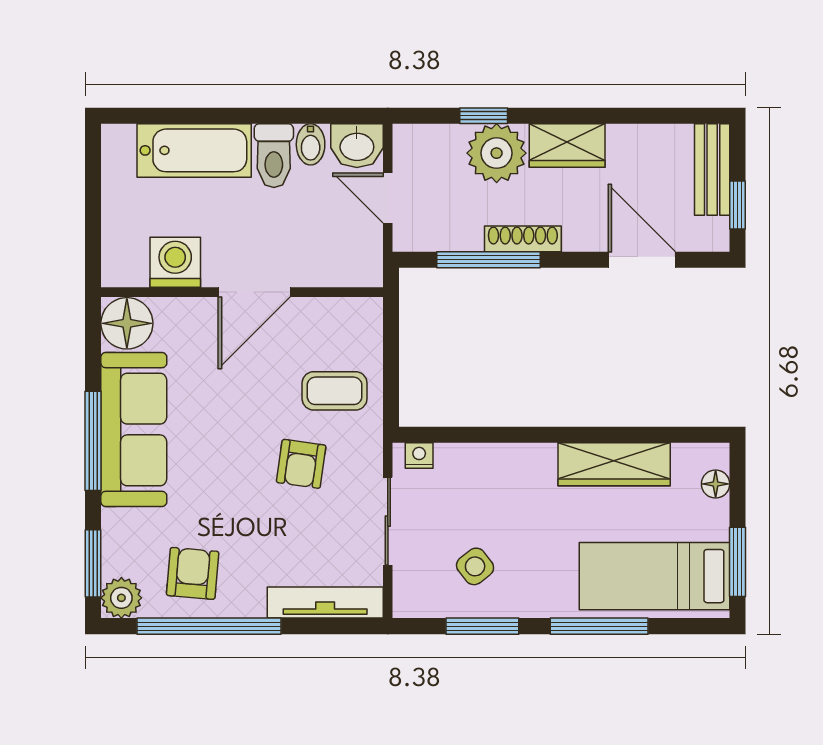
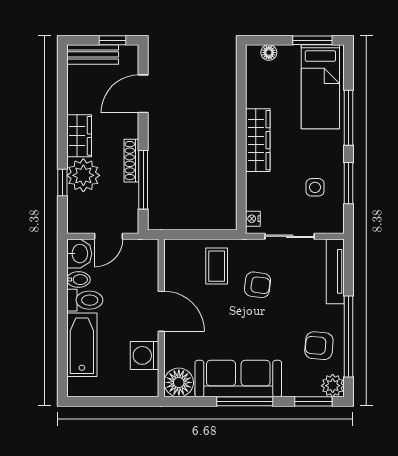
wardrobe: (614, 464) -> (258, 140), moved
side table: (475, 566) -> (315, 187), turned 38

